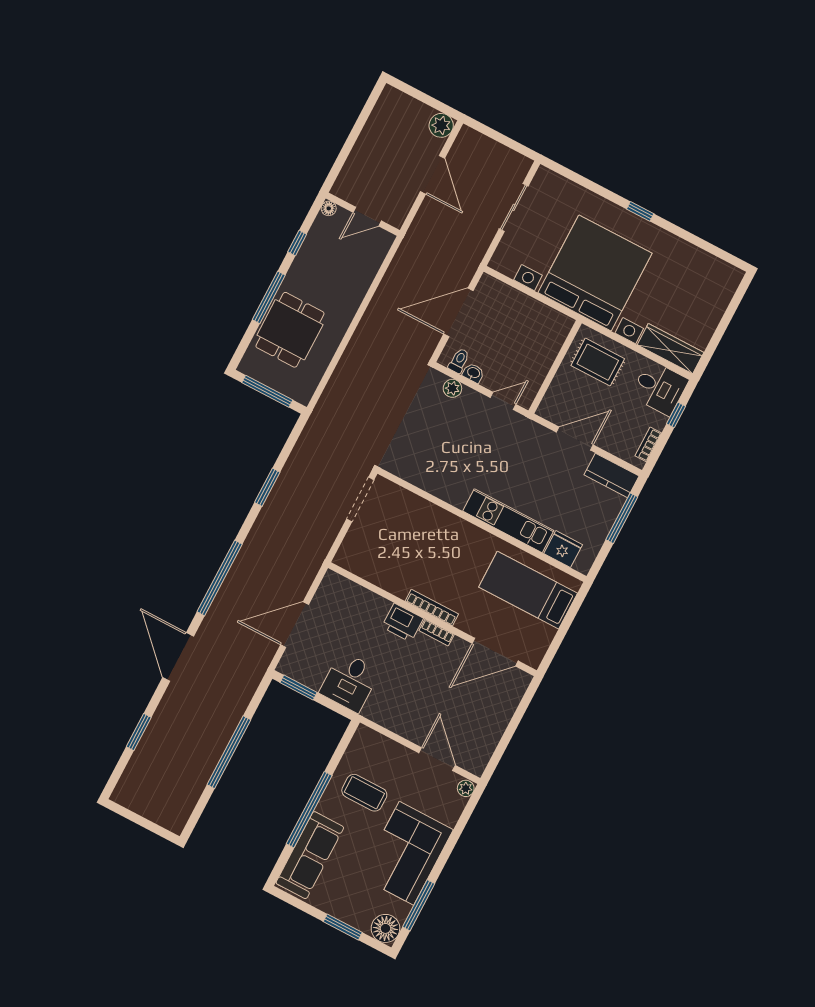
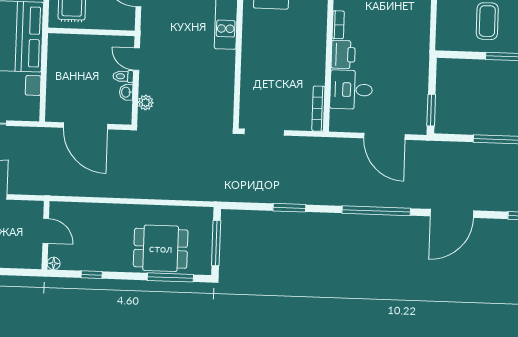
window: (269, 297) -> (170, 277), moved
toilet: (459, 361) -> (123, 76), moved
bookcase: (432, 608) -> (318, 109), moved
desk: (350, 682) -> (351, 90), moved, turned 180

